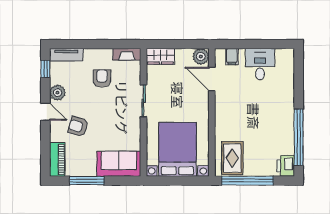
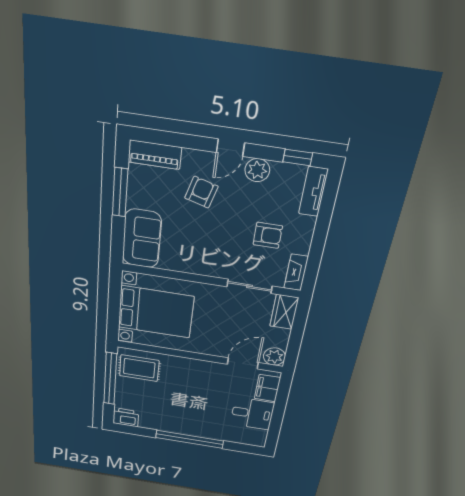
filing cabinet: (232, 57) -> (267, 388), width x2.00
sliding door: (144, 101) -> (249, 286), moved
window: (299, 137) -> (190, 439), moved

